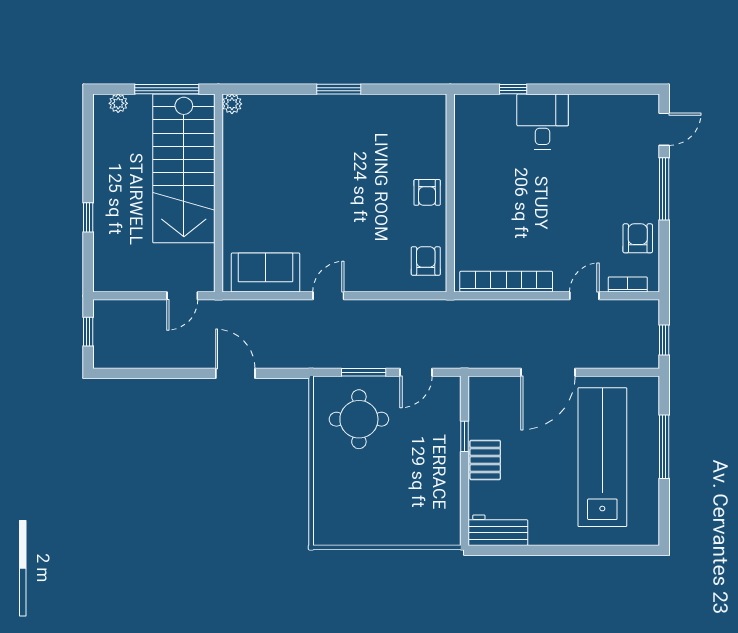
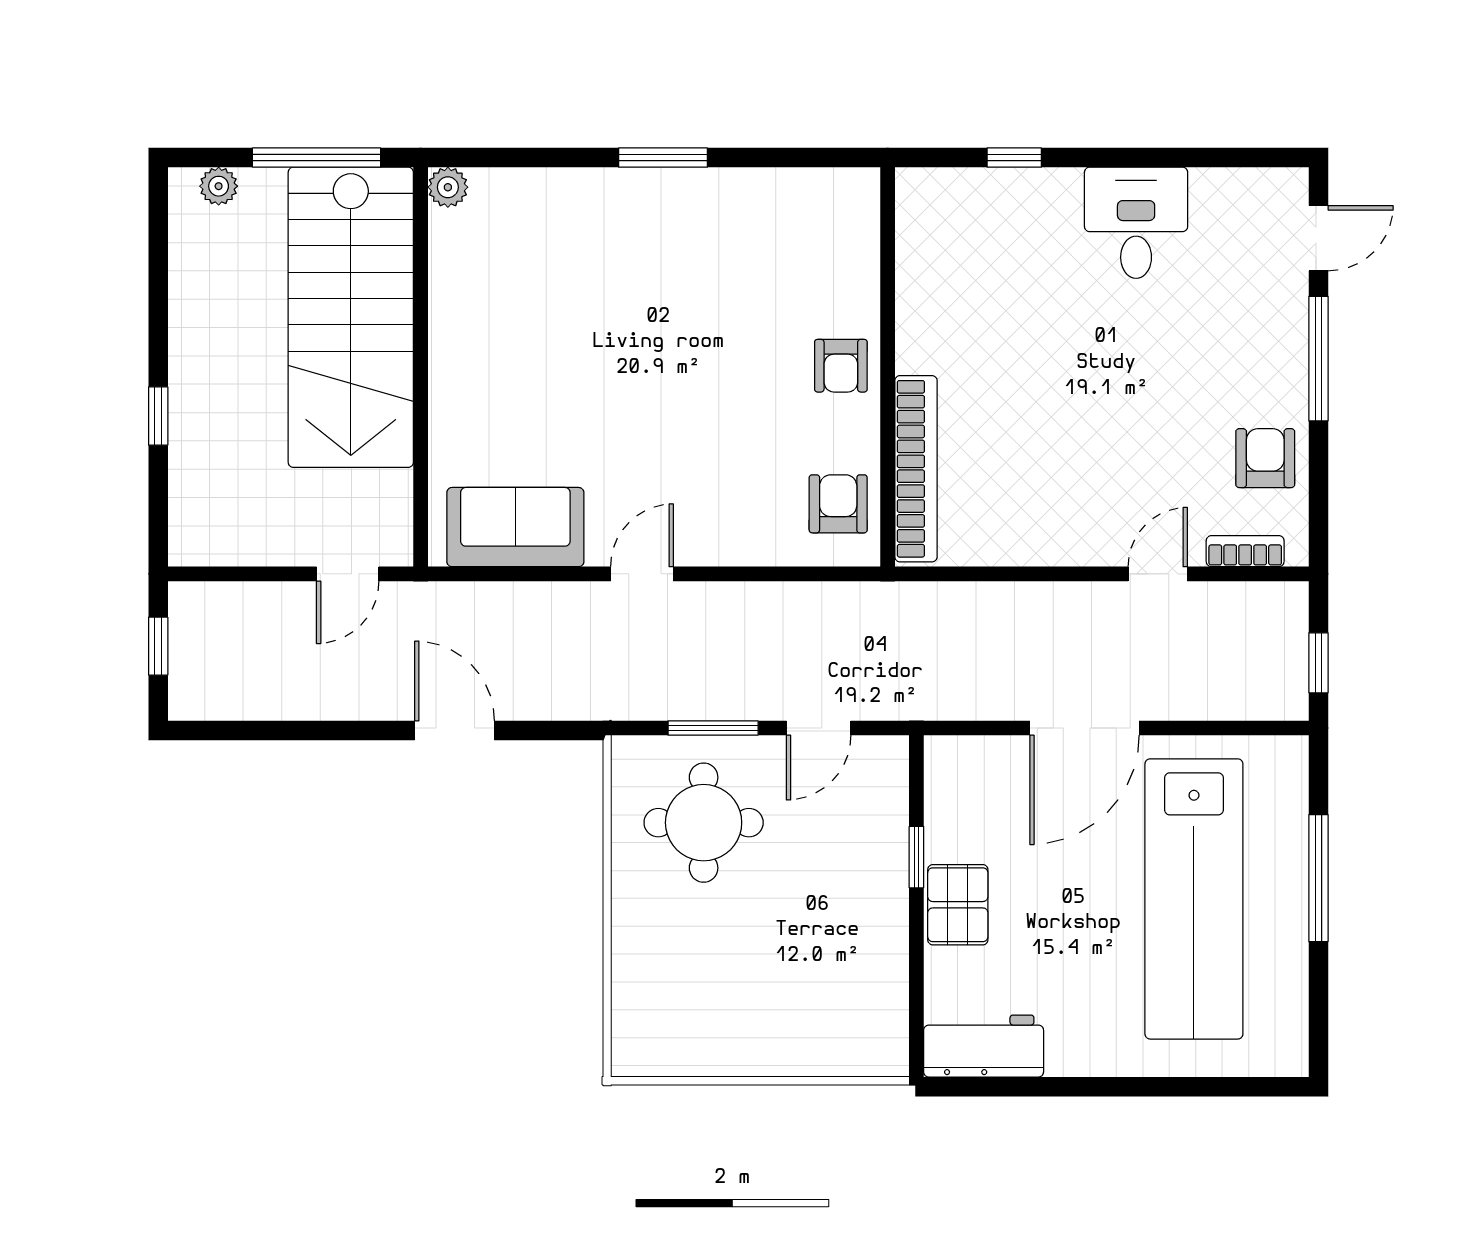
desk: (543, 121) -> (1136, 223), moved
bookcase: (506, 282) -> (916, 469), moved, turned 90
lab bench: (602, 457) -> (1194, 899), turned 180

